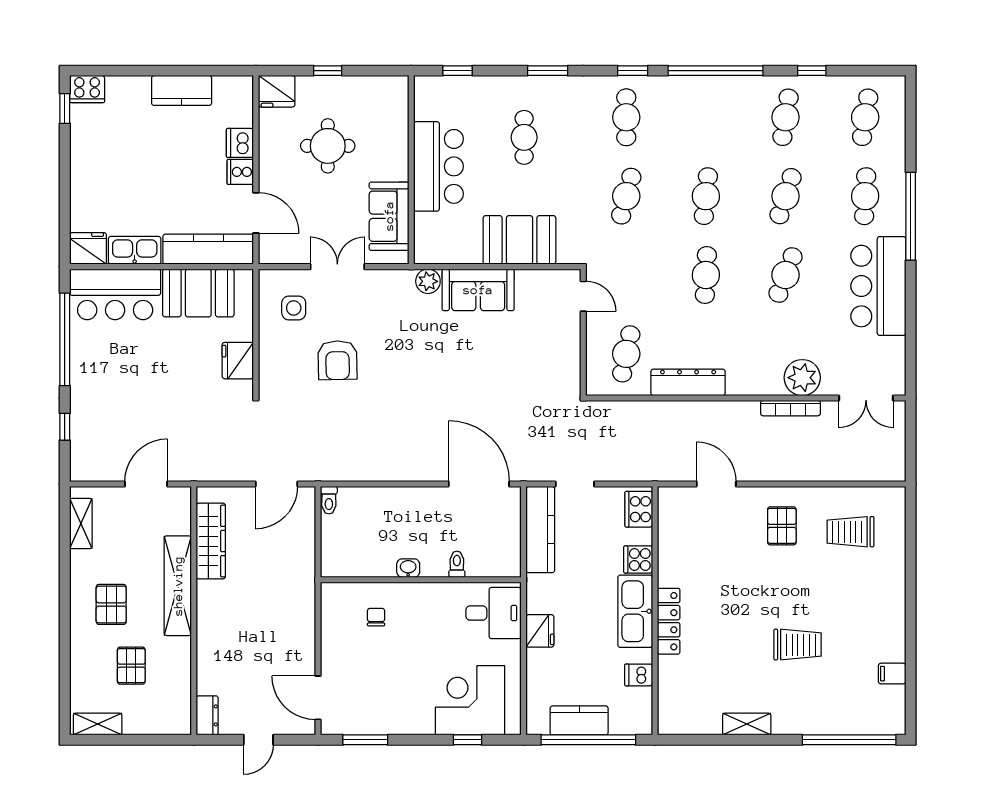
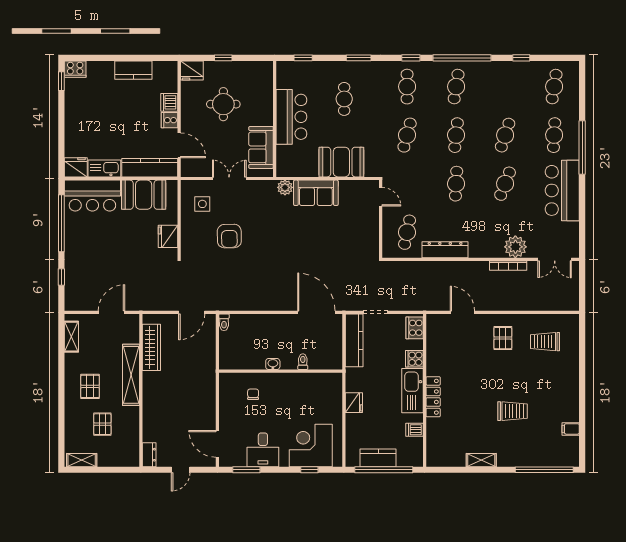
cafe table: (786, 117) -> (456, 87), moved
desk: (494, 613) -> (263, 450), moved, turned 90

